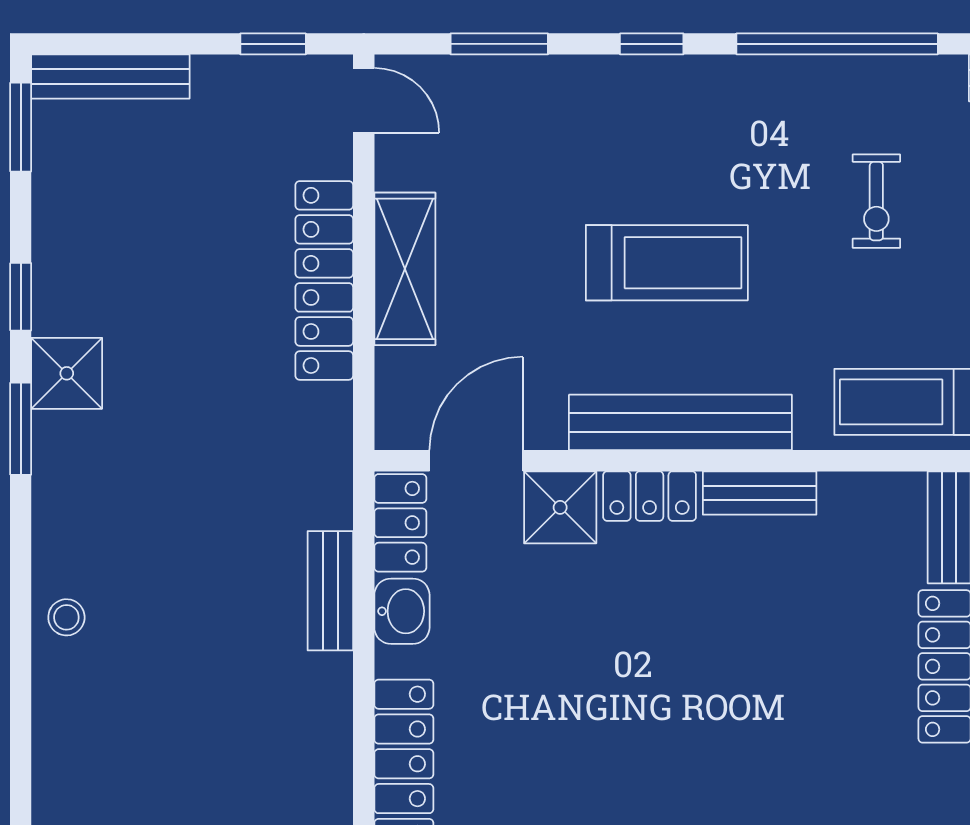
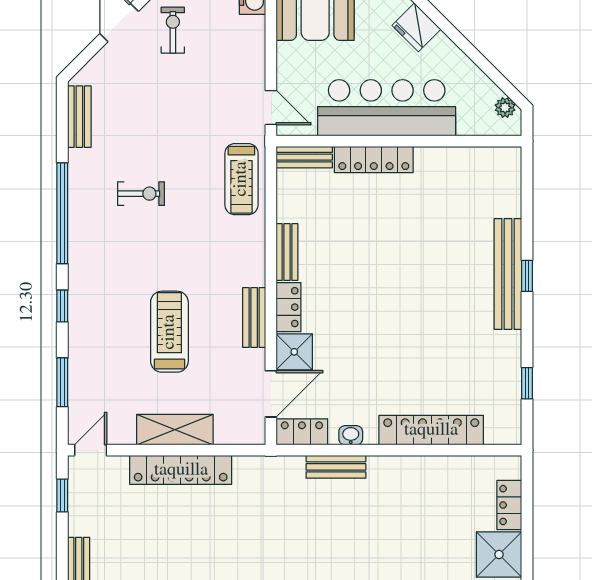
treadmill: (667, 263) -> (169, 332), moved
bench: (680, 422) -> (254, 318), width x0.54, depth x0.82
door: (476, 461) -> (271, 394), swing flipped
washbasin: (402, 611) -> (351, 435), width x0.72, depth x0.69

